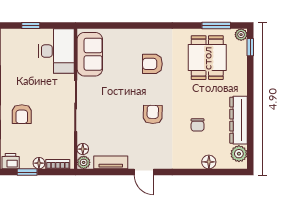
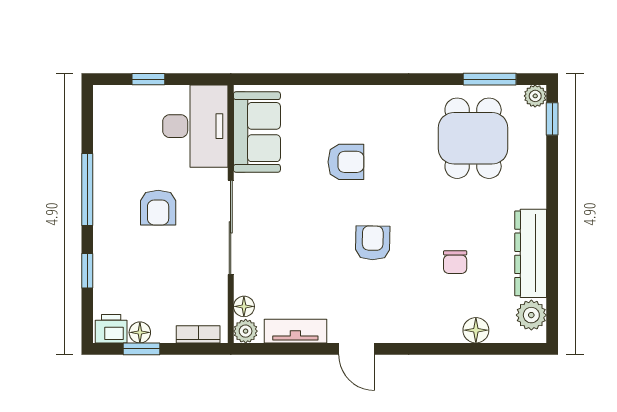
armchair: (152, 64) -> (346, 162), moved, turned 180
armchair: (22, 114) -> (158, 208), moved
floor lamp: (39, 163) -> (140, 332), moved

